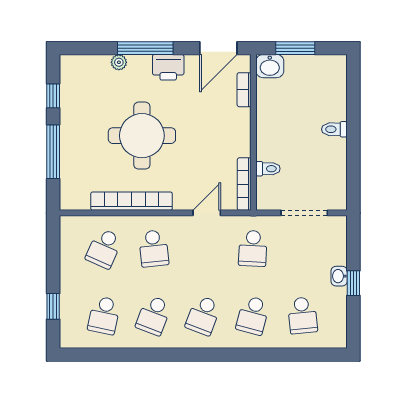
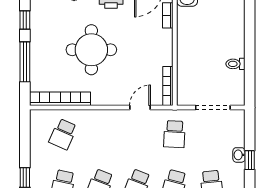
toilet: (334, 129) -> (235, 64), moved
toilet: (268, 169) -> (186, 75), removed
bookcase: (132, 201) -> (60, 99), moved
school desk: (154, 248) -> (100, 134), removed

